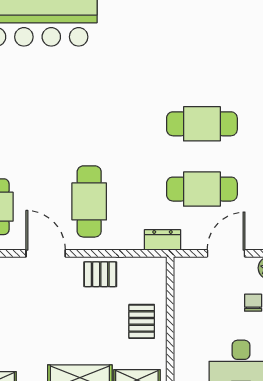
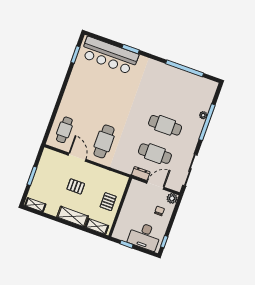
dresser: (162, 240) -> (141, 173), moved
pallet: (100, 274) -> (76, 186), moved

